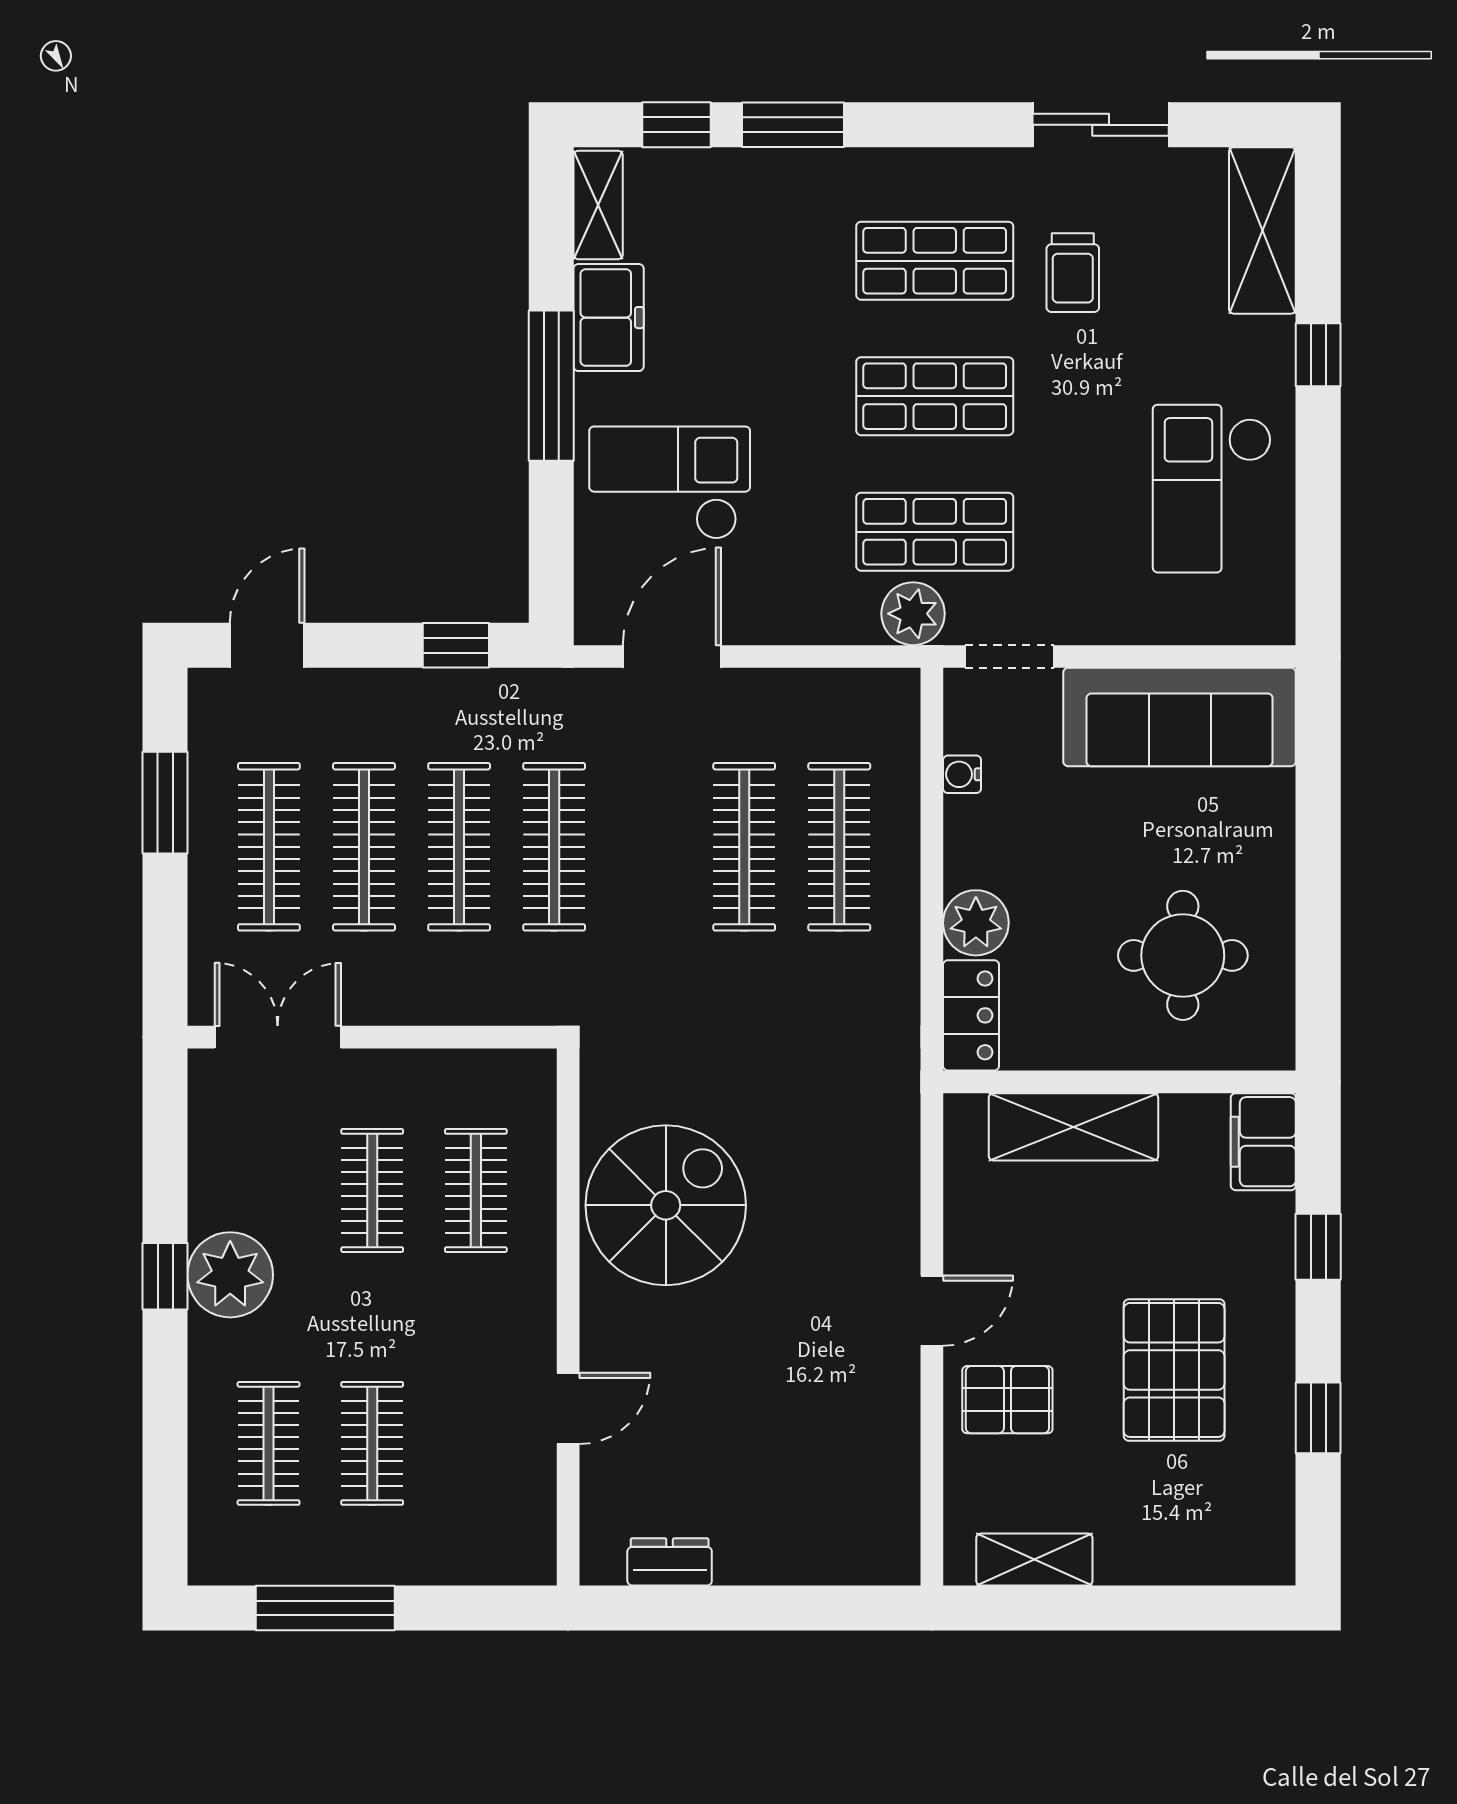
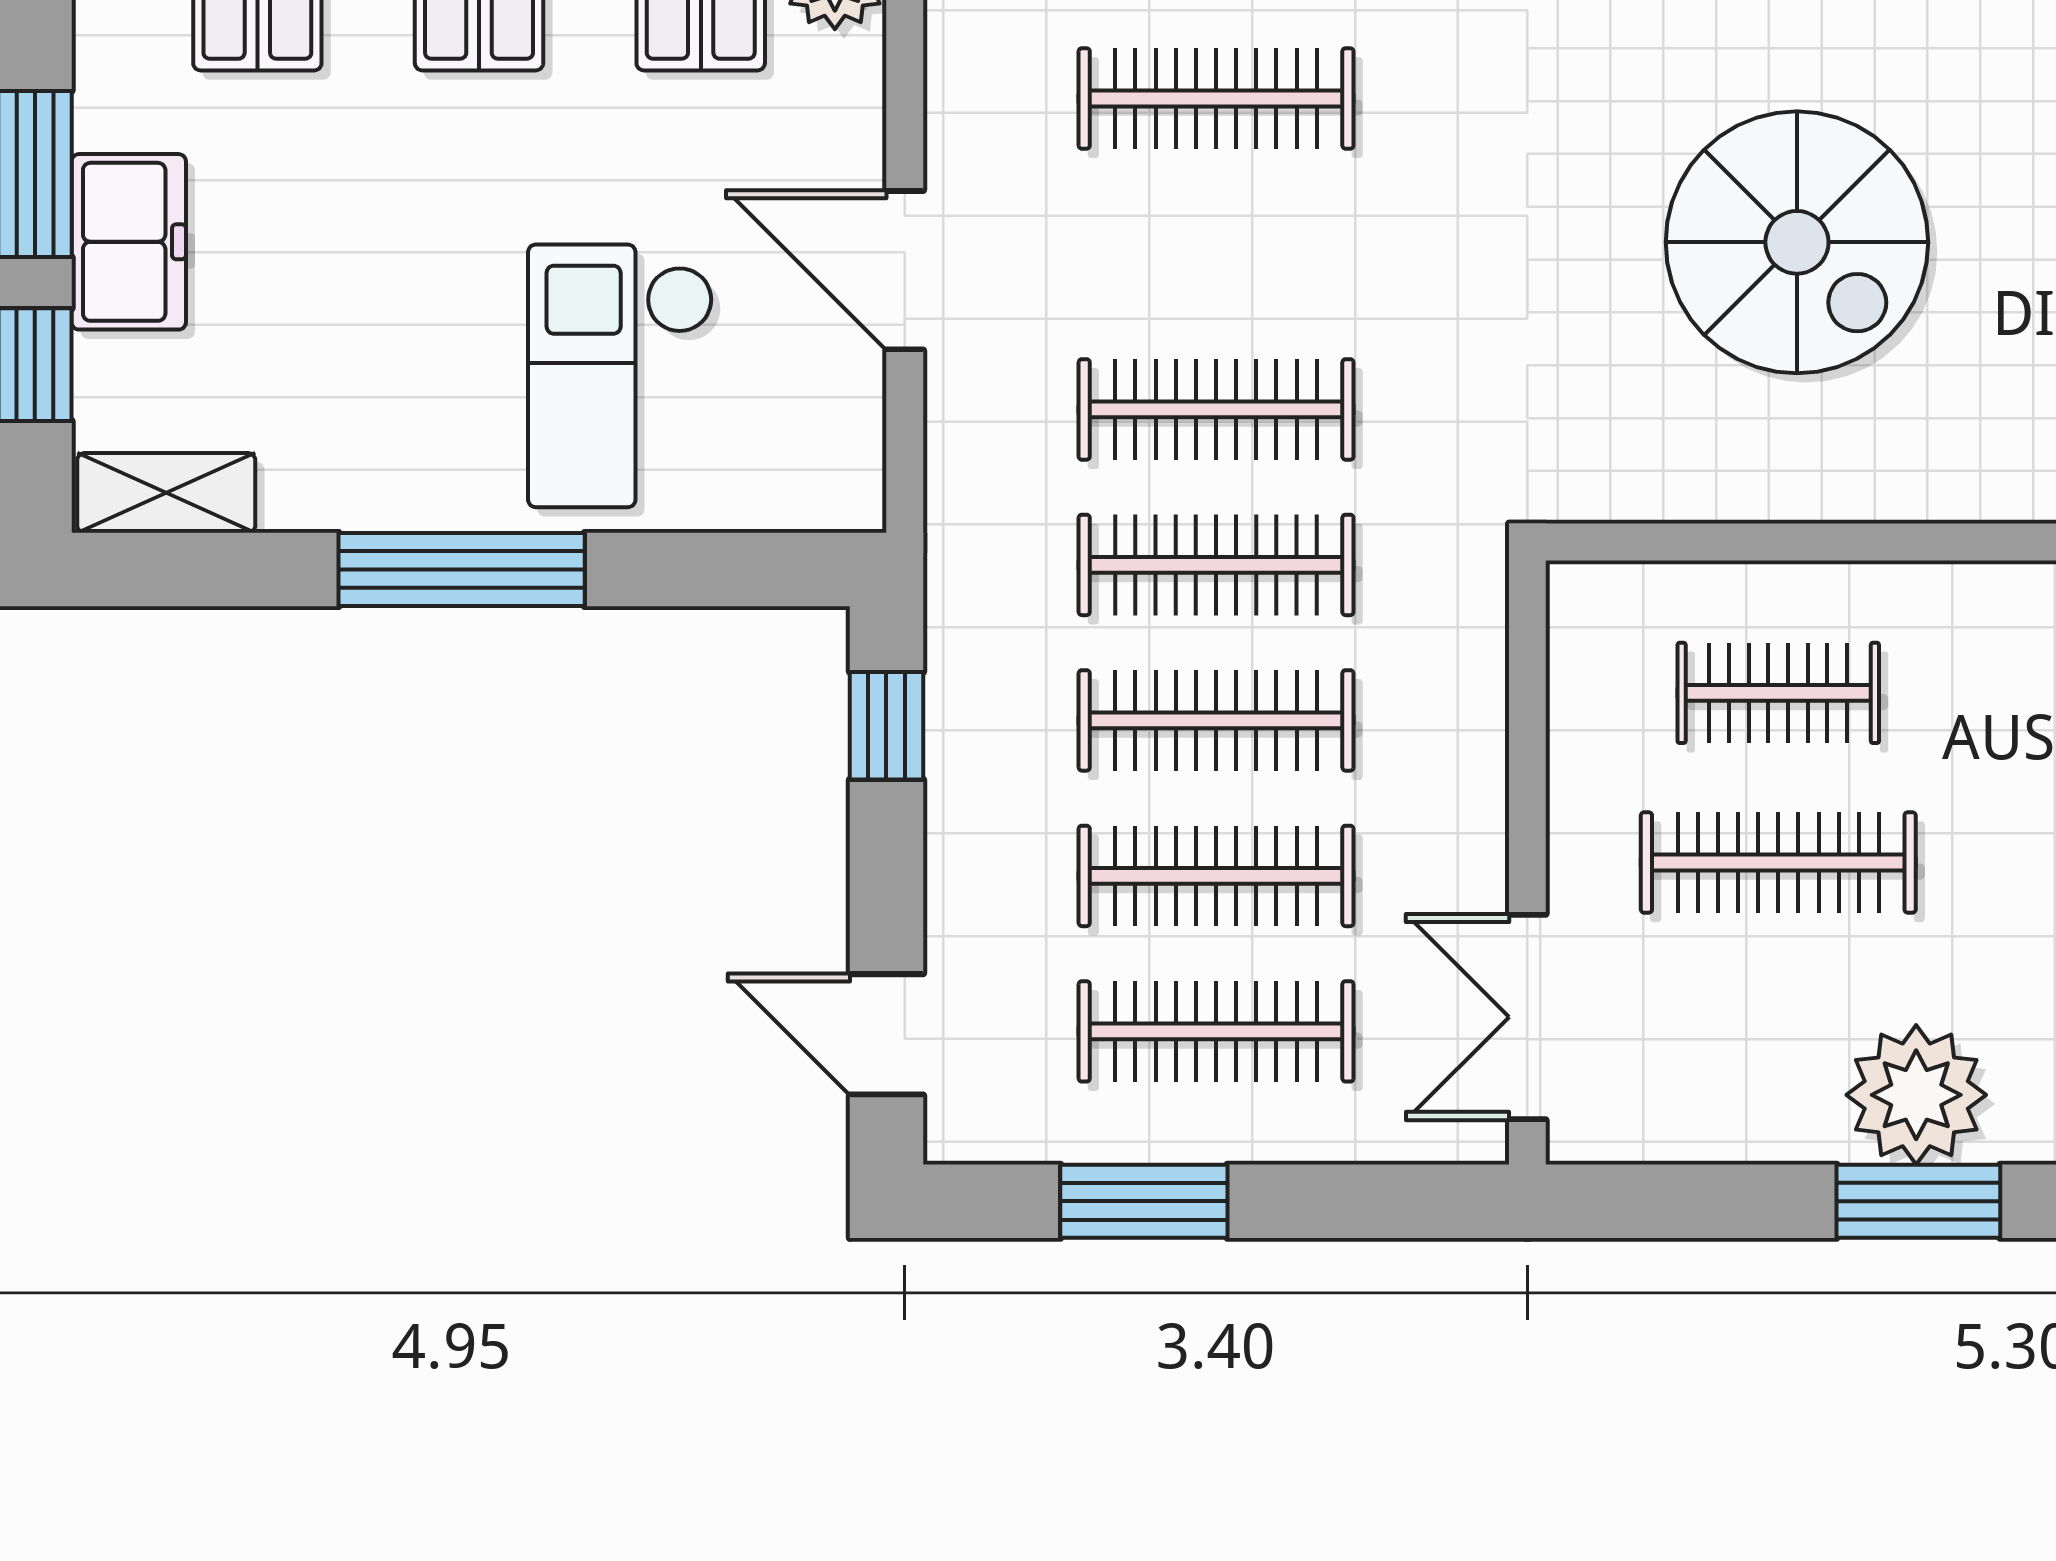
freezer: (609, 318) -> (129, 242), moved, turned 90
door: (672, 656) -> (905, 270), moved
clothes rail: (744, 847) -> (1216, 409), moved
clothes rail: (372, 1190) -> (1778, 862), width x1.36
spiral stairs: (666, 1205) -> (1797, 242), moved, turned 180
window: (165, 1276) -> (1918, 1201), width x1.50

